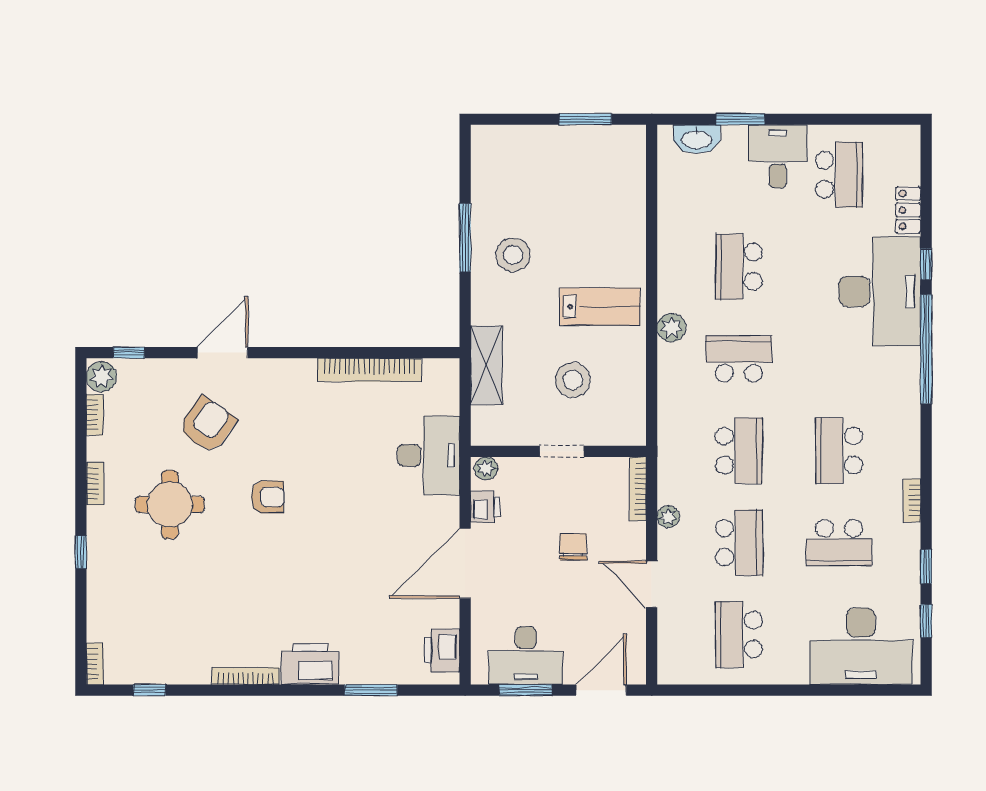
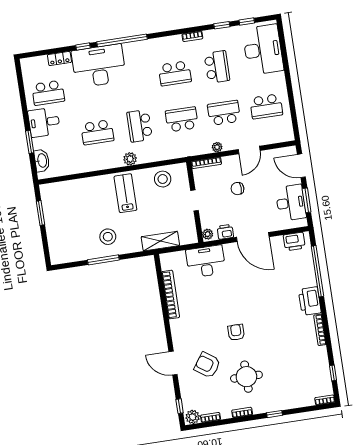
school desk: (839, 175) -> (48, 93), turned 180
stool: (573, 380) -> (163, 179), moved
window: (371, 690) -> (317, 271), width x2.11

